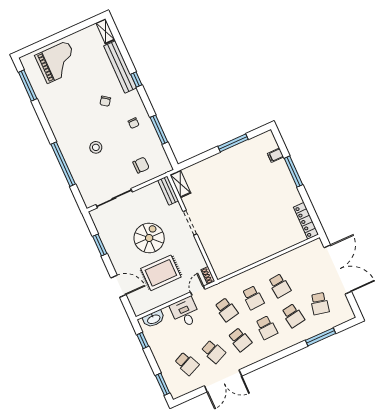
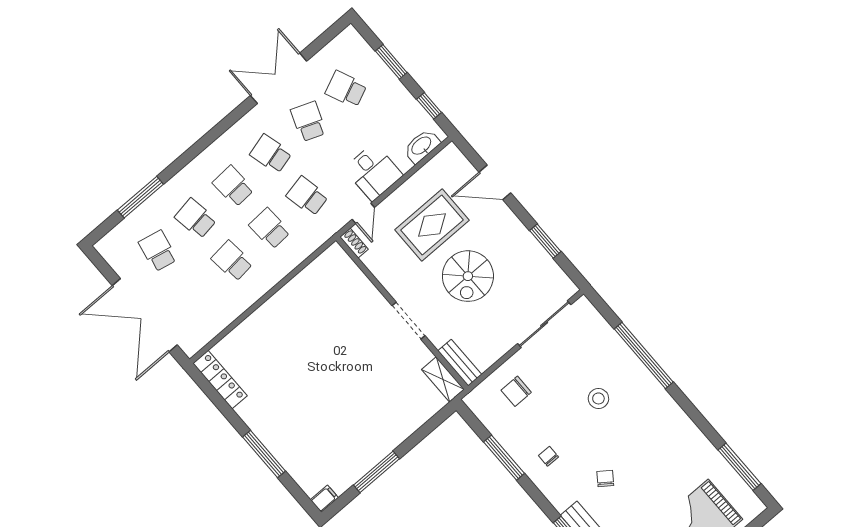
filing cabinet: (275, 155) -> (324, 499), moved
school desk: (213, 352) -> (308, 121), turned 45
window: (163, 384) -> (391, 62), moved

